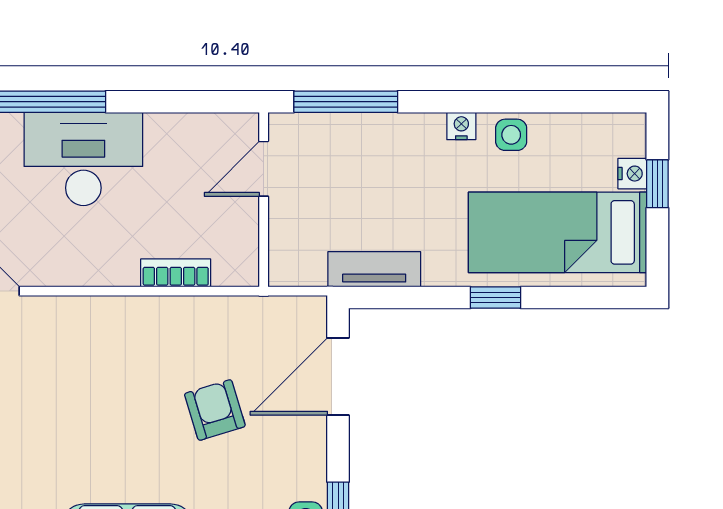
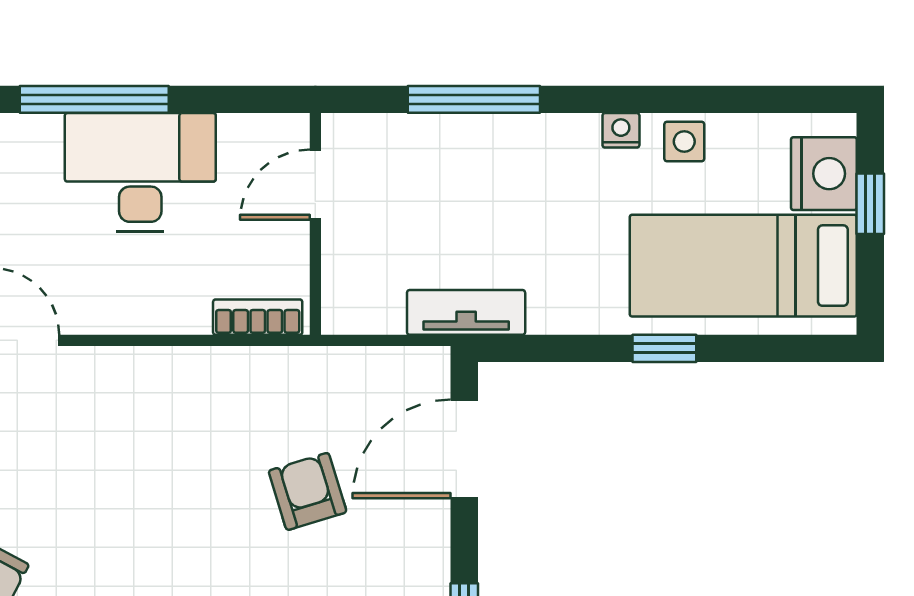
door: (264, 169) -> (315, 185), moved
nightstand: (632, 174) -> (824, 174), width x1.89, depth x1.79
wall: (264, 200) -> (315, 224), moved
tv unit: (374, 269) -> (466, 312), moved

